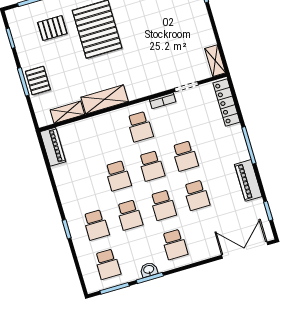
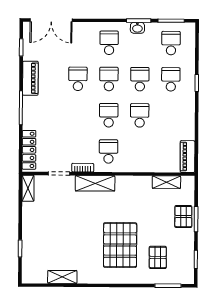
pallet: (52, 28) -> (158, 257), turned 90
shelving: (105, 99) -> (95, 183), moved
school desk: (185, 156) -> (78, 115), removed

